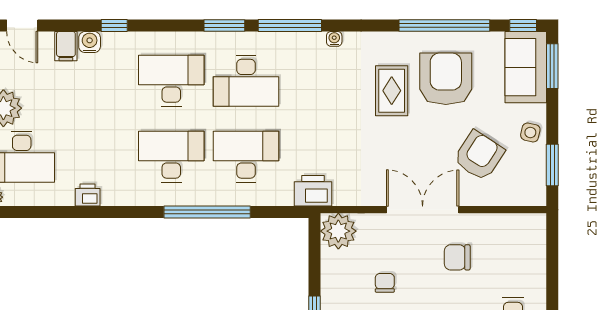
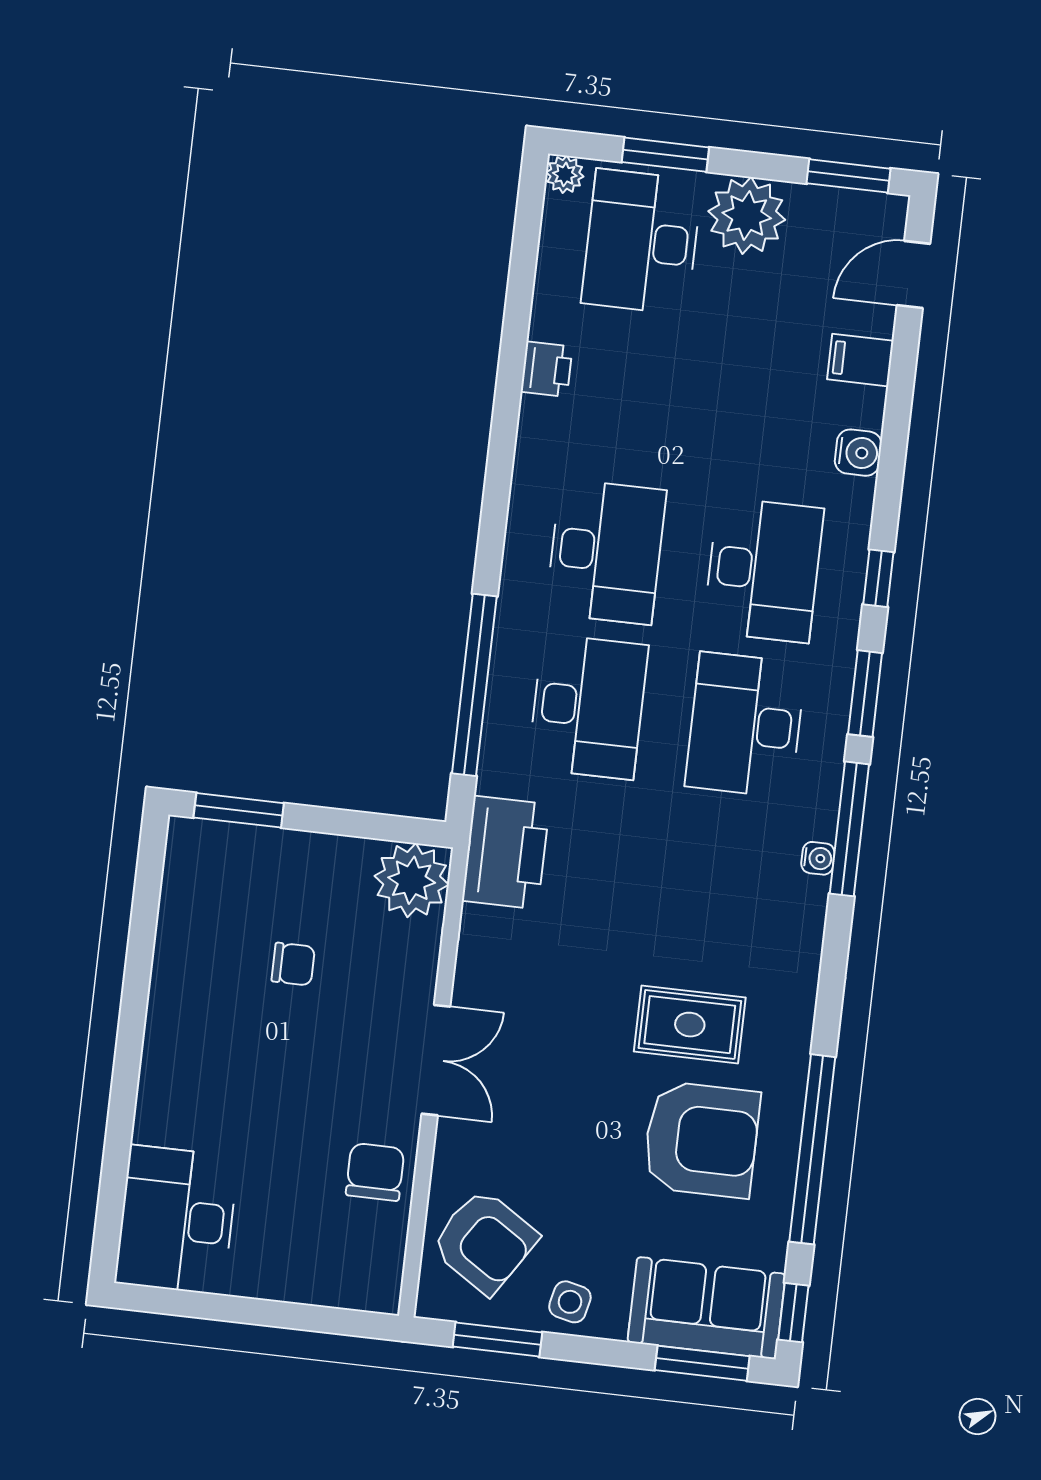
window: (114, 26) -> (878, 578), moved
water cooler: (334, 39) -> (818, 858), moved
water cooler: (90, 42) -> (858, 453), moved
armchair: (479, 156) -> (484, 1241), moved
printer: (313, 191) -> (506, 852), width x1.37, depth x1.19
double door: (423, 210) -> (436, 1060), width x0.73
window: (207, 212) -> (474, 685), moved
chair: (457, 257) -> (375, 1172), moved

